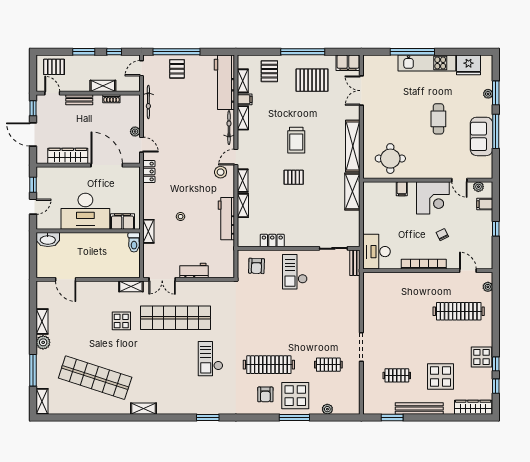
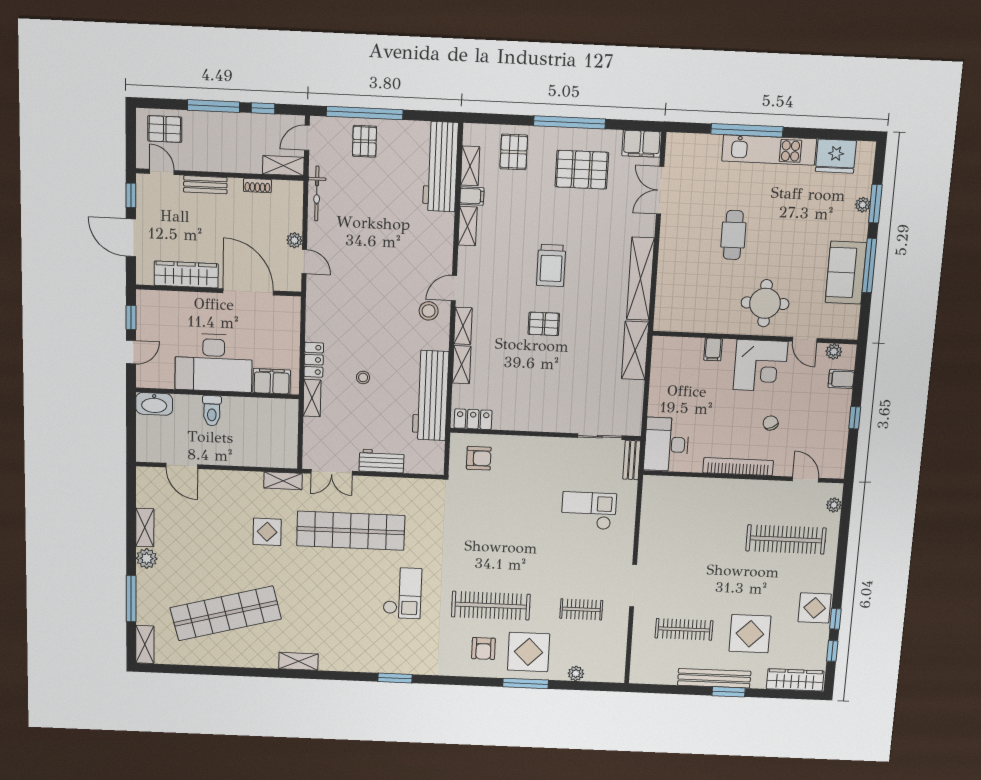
window: (84, 52) -> (213, 106), width x1.44
shelving: (103, 86) -> (283, 166), moved
cafe table: (438, 119) -> (733, 235), moved
bicycle: (229, 128) -> (445, 241), removed
round table: (390, 159) -> (765, 303), moved
locker: (149, 172) -> (314, 360), moved
workbench: (226, 219) -> (430, 396), width x1.36, depth x1.32
locker: (272, 240) -> (473, 419), moved
toilet: (134, 242) -> (212, 411), moved
armchair: (256, 266) -> (479, 458), turned -92
checkout: (295, 272) -> (589, 511), moved, turned 90
checkout: (211, 359) -> (402, 593), turned 180
clothes rail: (397, 375) -> (684, 629), width x1.36
shop shelf: (95, 378) -> (226, 613), turned -33
window: (392, 418) -> (729, 692), moved

